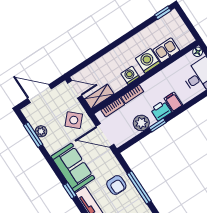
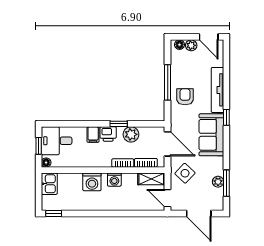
kitchen sink: (166, 50) -> (49, 184), moved, turned -90

